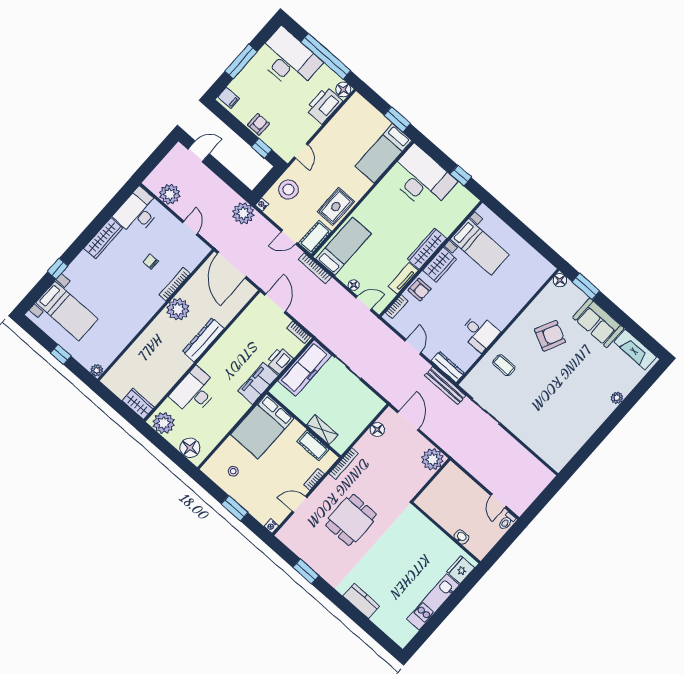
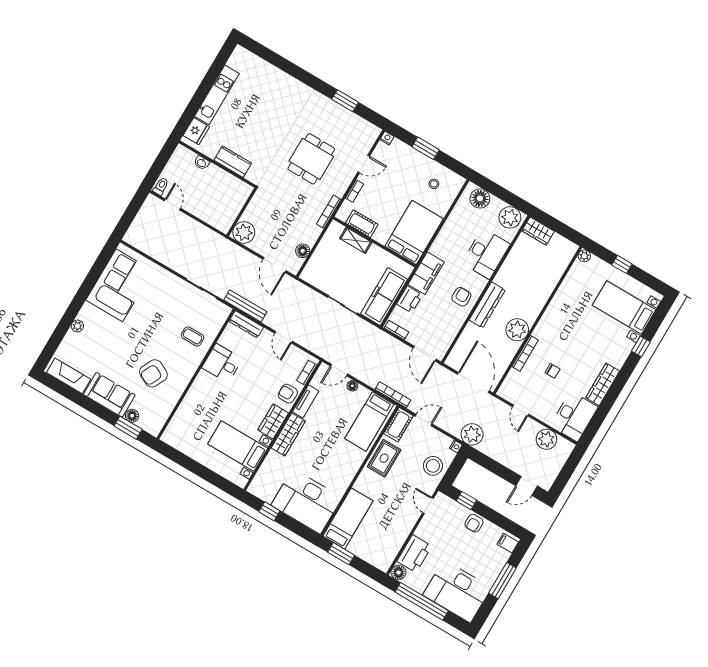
floor lamp: (560, 280) -> (132, 416), moved
armchair: (227, 353) -> (461, 297), added
corner sofa: (567, 430) -> (119, 285), added
kitchen counter: (361, 601) -> (233, 162), moved, turned 180

